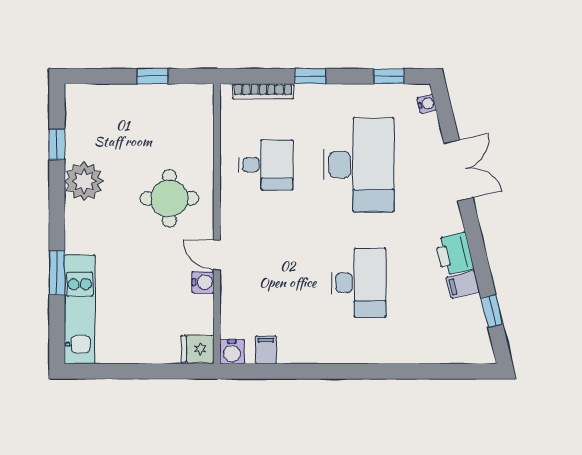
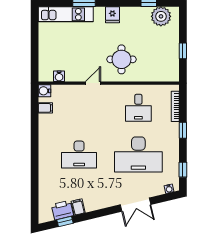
plant: (84, 181) -> (161, 16), moved
printer: (454, 254) -> (62, 210), moved
water cooler: (203, 282) -> (59, 76), moved
fridge: (198, 349) -> (112, 15), moved, turned 180

